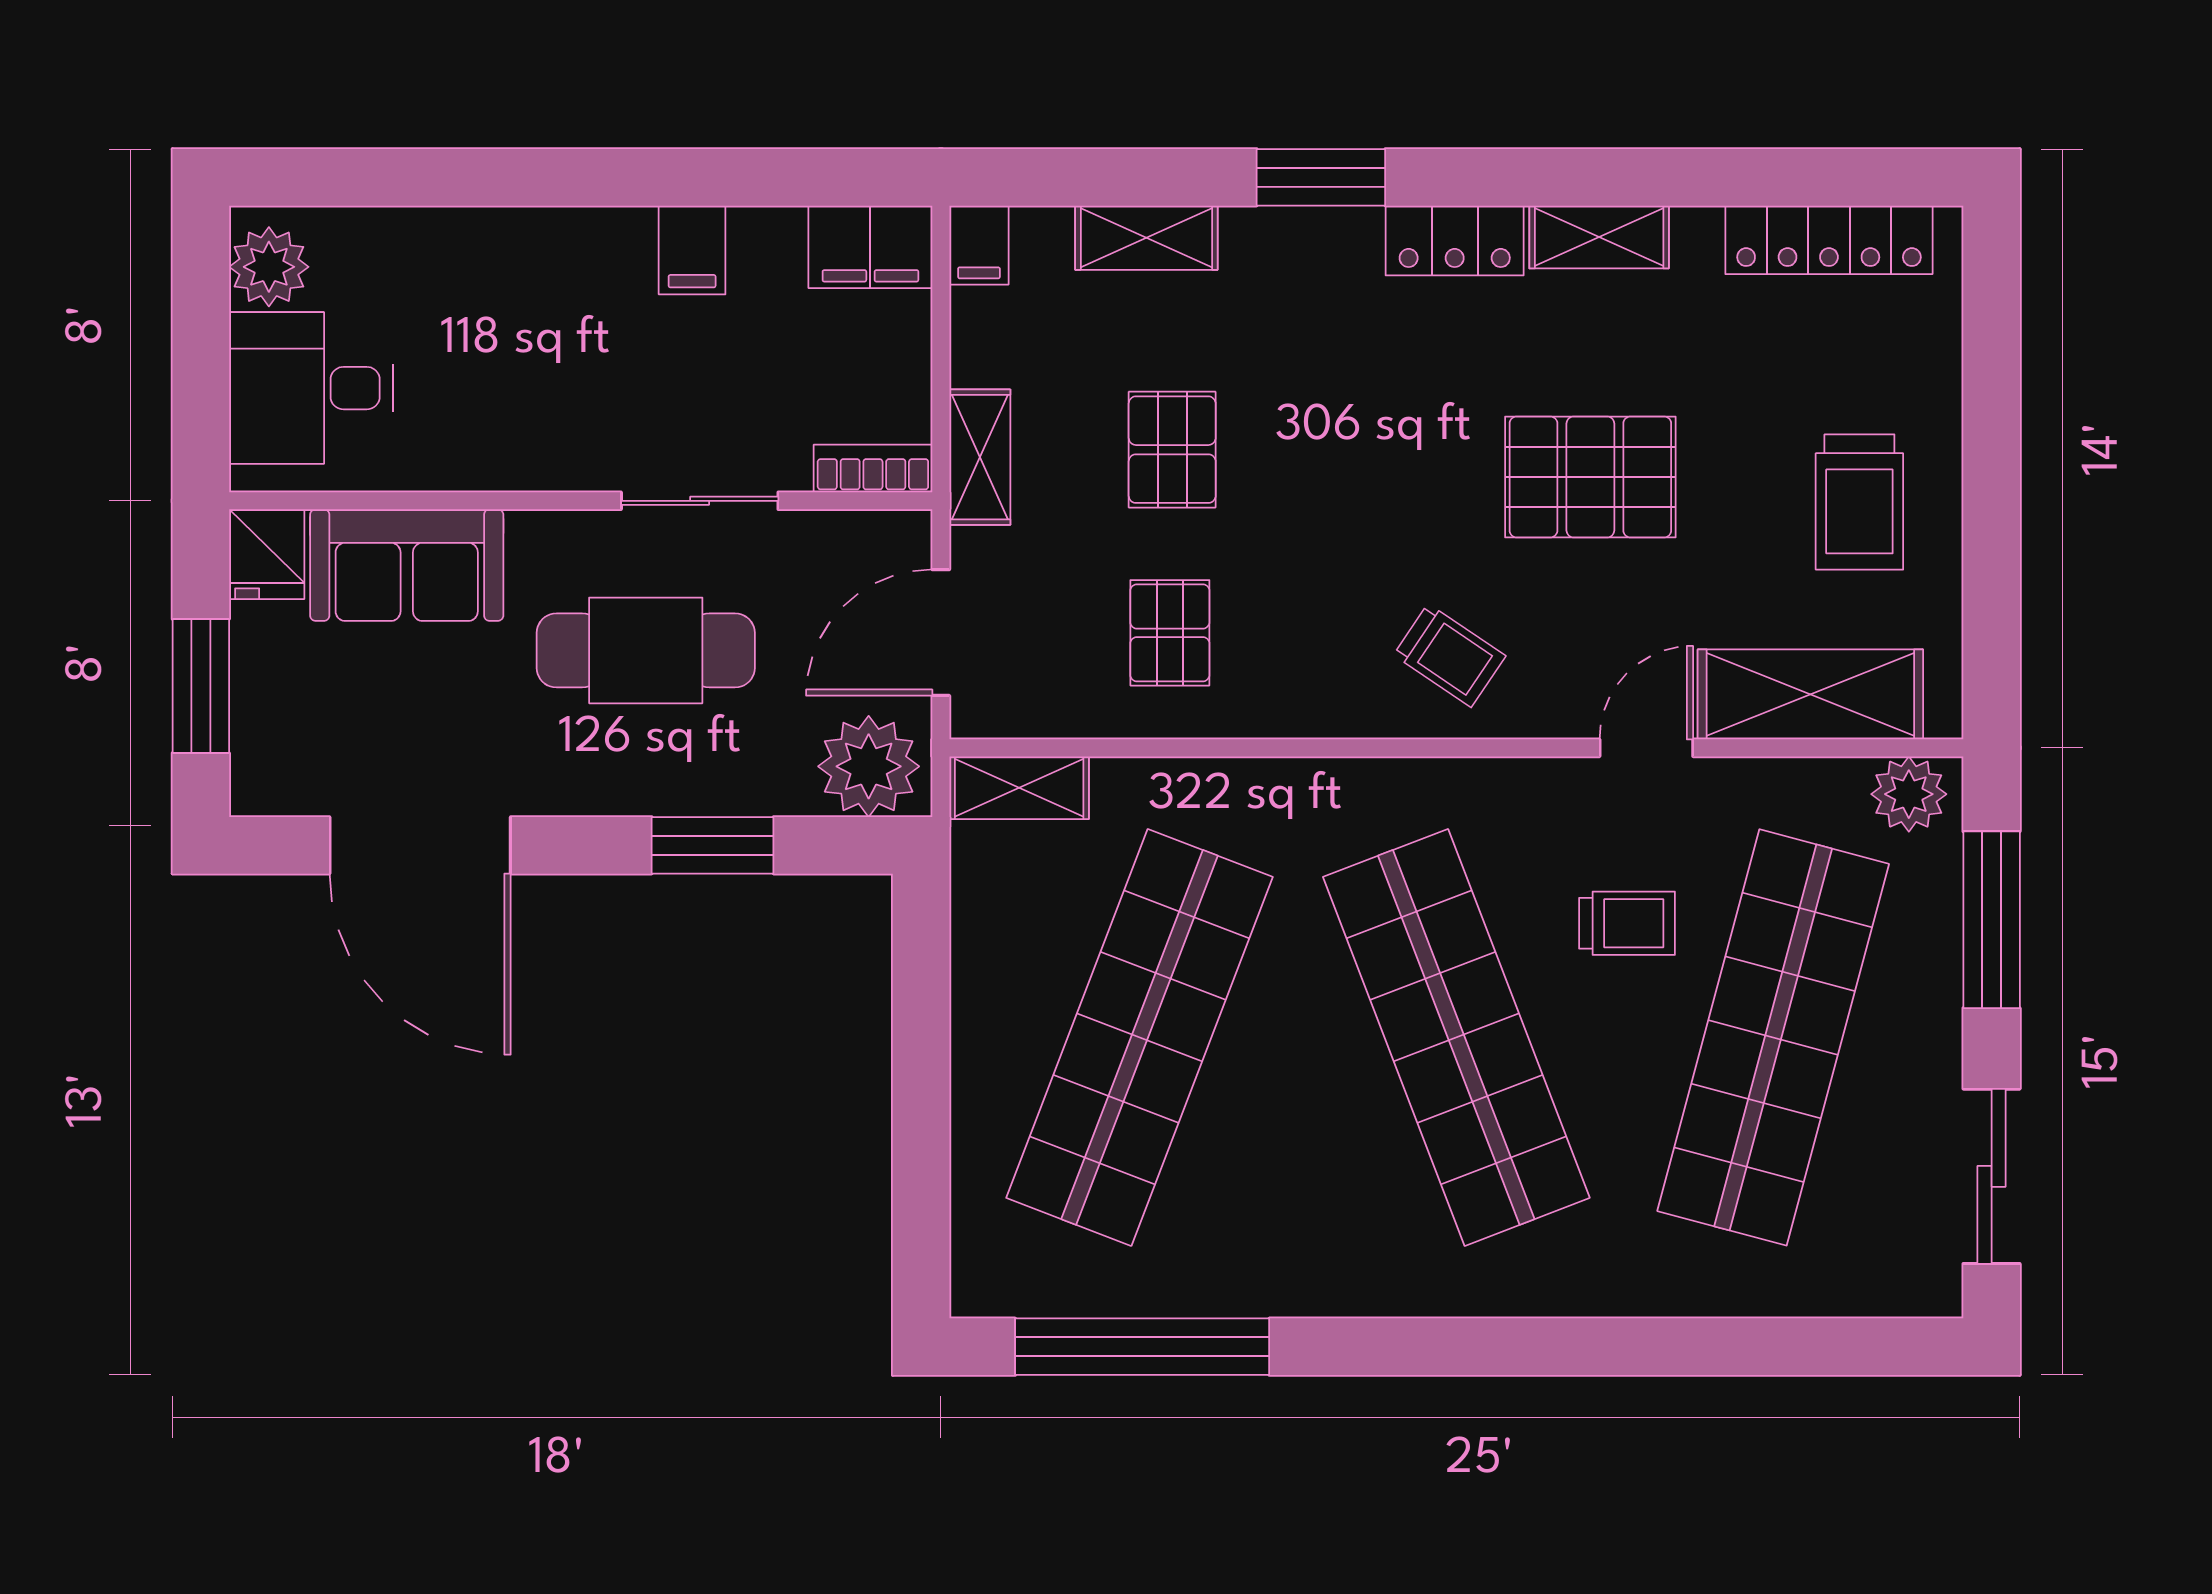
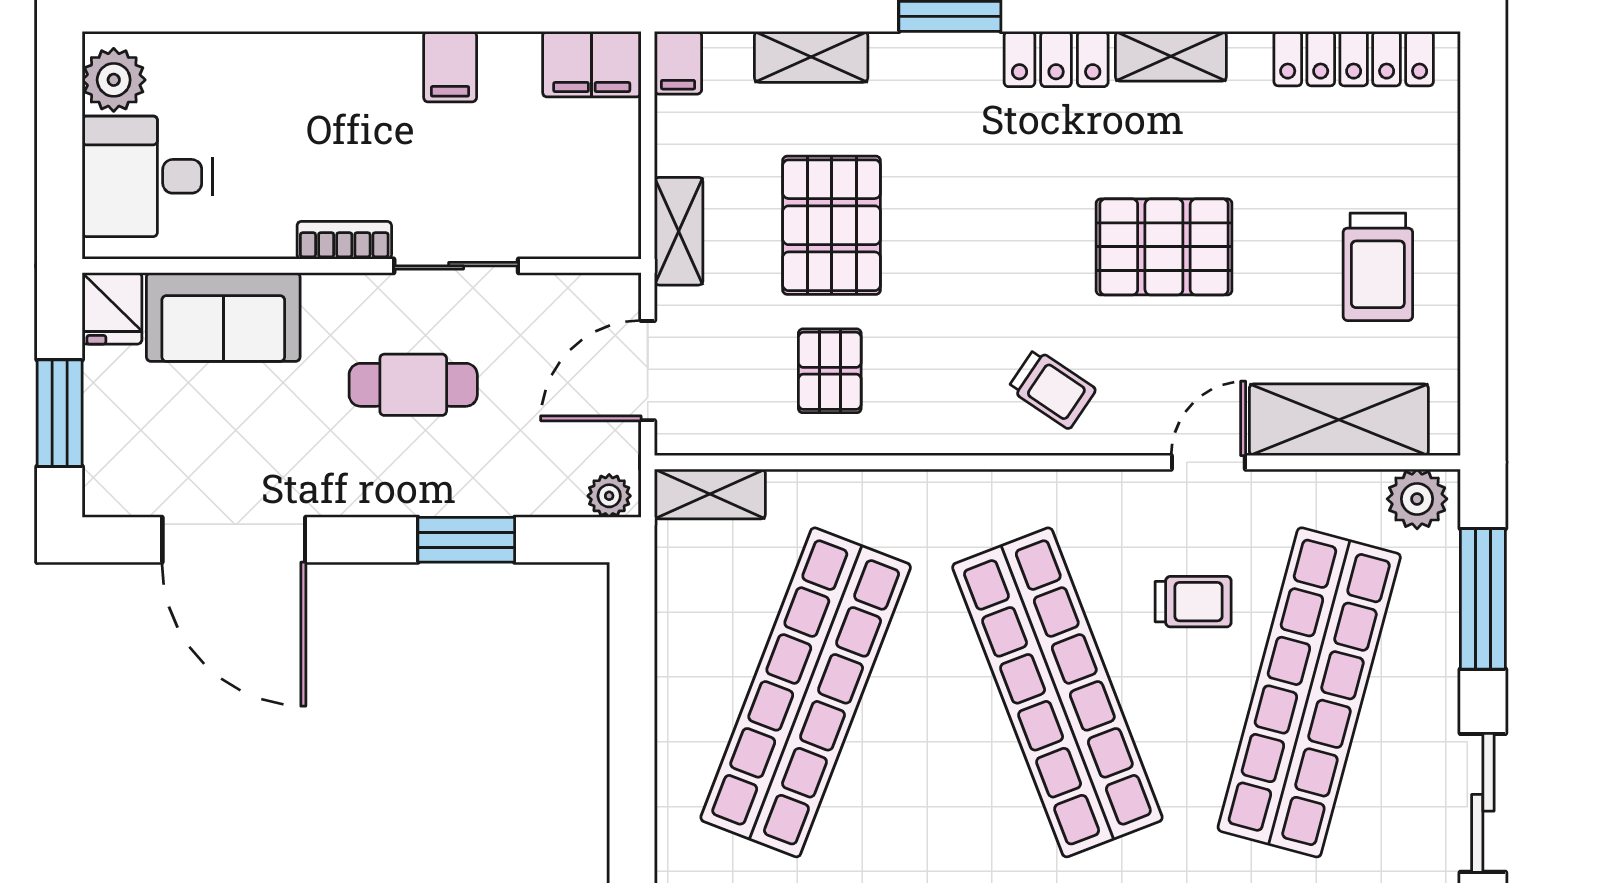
pallet: (1172, 450) -> (832, 225), width x1.50, depth x1.42
bookcase: (873, 469) -> (344, 240), moved
cafe table: (646, 650) -> (413, 385), width x0.73, depth x0.74
plant: (869, 766) -> (609, 496), width x0.53, depth x0.53

